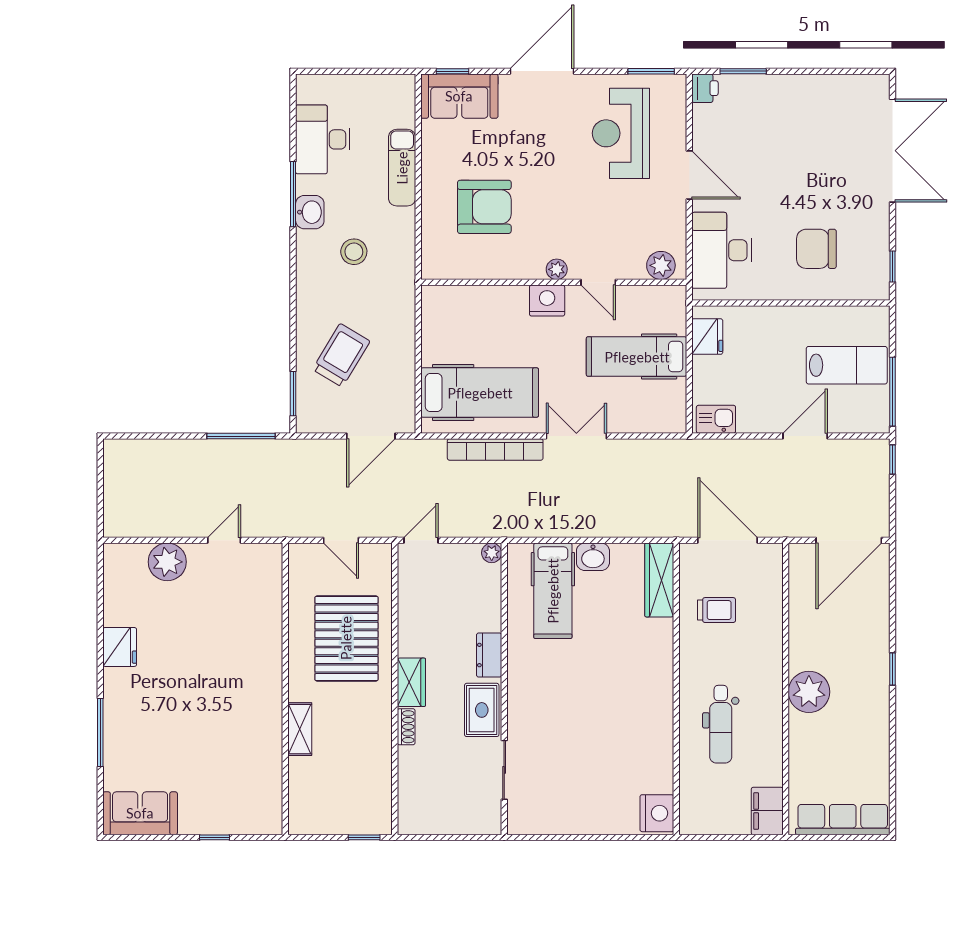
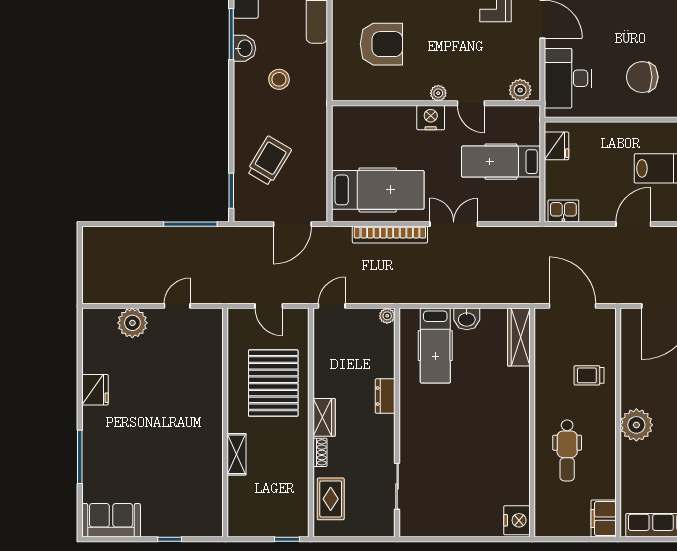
trolley: (716, 610) -> (589, 375), moved, turned 180
rug: (482, 710) -> (331, 499), moved

